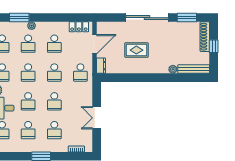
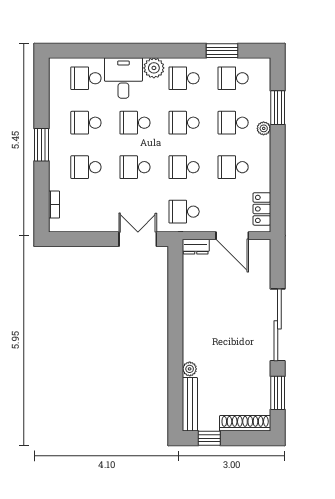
window: (214, 46) -> (209, 438), moved
rug: (136, 50) -> (222, 307), removed
double door: (97, 118) -> (138, 239), moved

